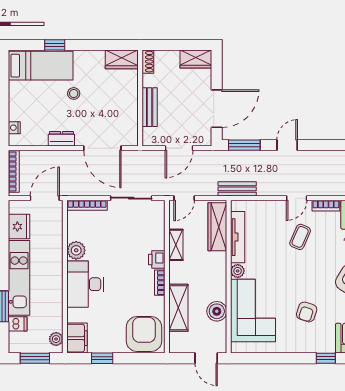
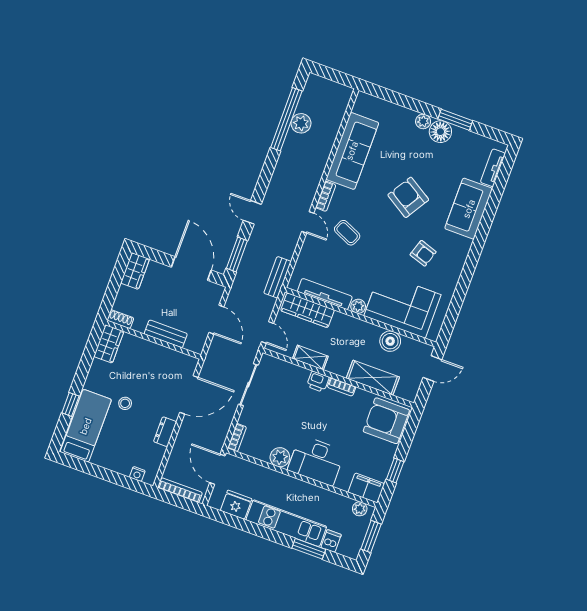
bookcase: (87, 205) -> (237, 438), width x0.64
window: (326, 358) -> (475, 251), removed

